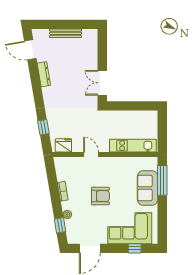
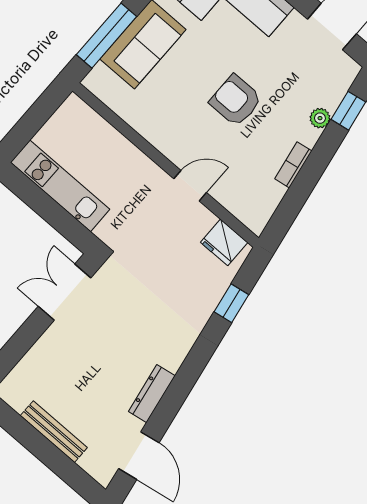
double door: (102, 83) -> (64, 292), swing flipped
kitchen unit: (133, 146) -> (60, 186), moved, turned 180
door: (91, 155) -> (190, 186), swing flipped

